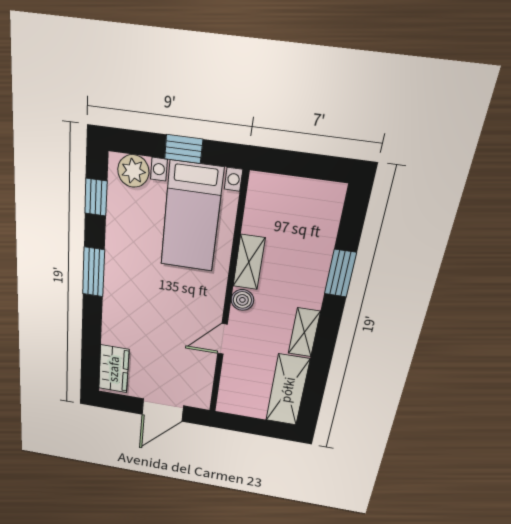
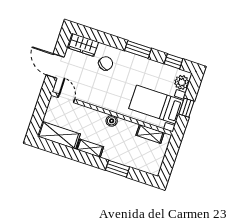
shelving: (249, 262) -> (150, 134), moved
chair: (136, 327) -> (106, 63), added
door: (222, 339) -> (66, 98), moved

